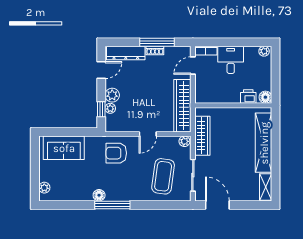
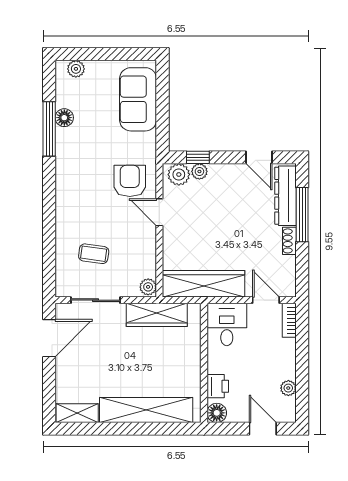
window: (157, 42) -> (302, 215), moved
plant: (264, 51) -> (288, 388), moved
desk: (231, 60) -> (227, 324), moved, turned -90
door: (276, 68) -> (263, 429), added
plant: (112, 95) -> (179, 174), moved
door: (148, 134) -> (159, 212), moved
coffee table: (163, 176) -> (94, 254), width x0.54, depth x0.58
floor lamp: (99, 195) -> (64, 118), moved
window: (112, 205) -> (49, 129), moved

